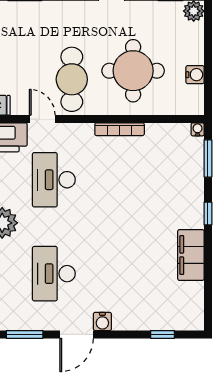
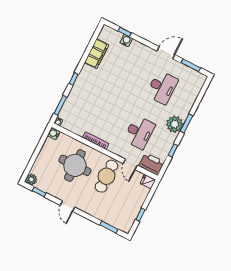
water cooler: (195, 75) -> (54, 134), moved
filing cabinet: (191, 255) -> (97, 54), moved
water cooler: (102, 321) -> (126, 40), moved

